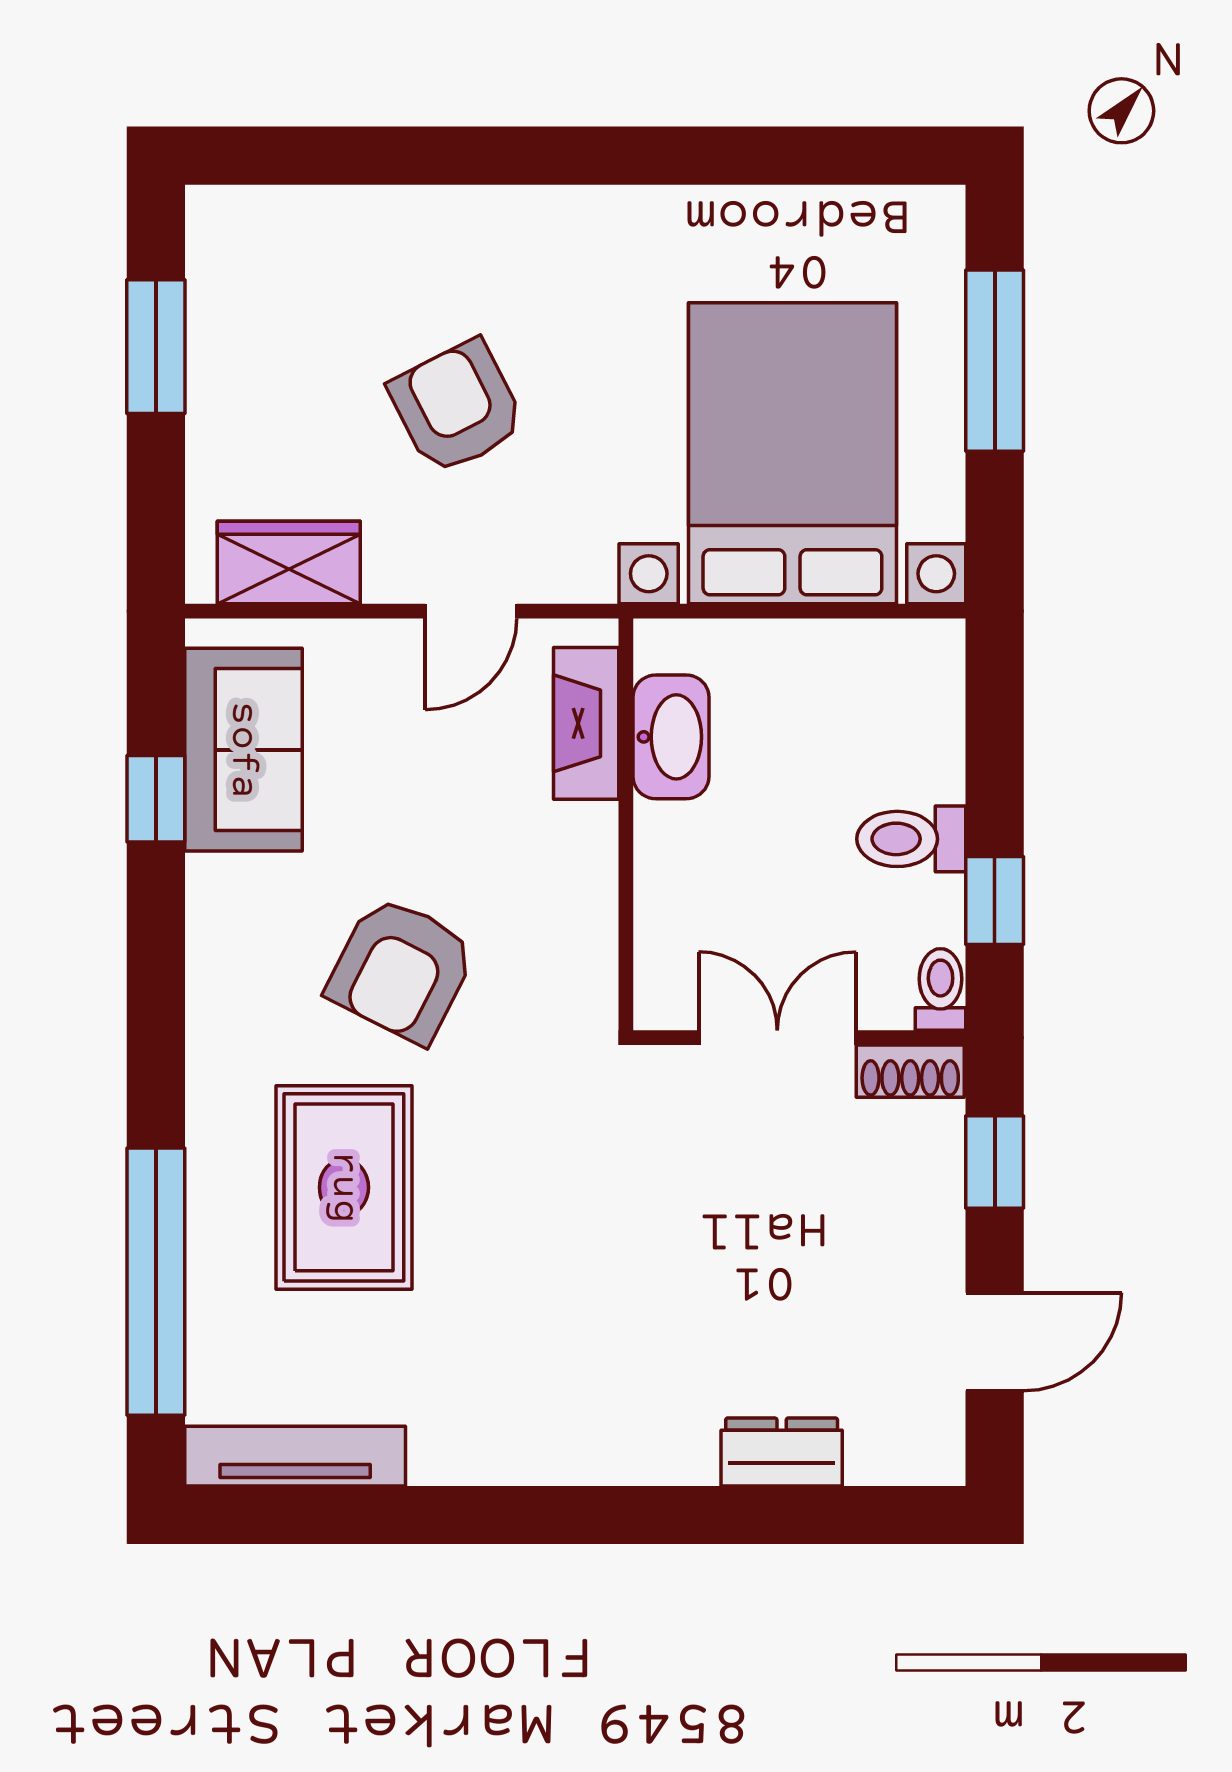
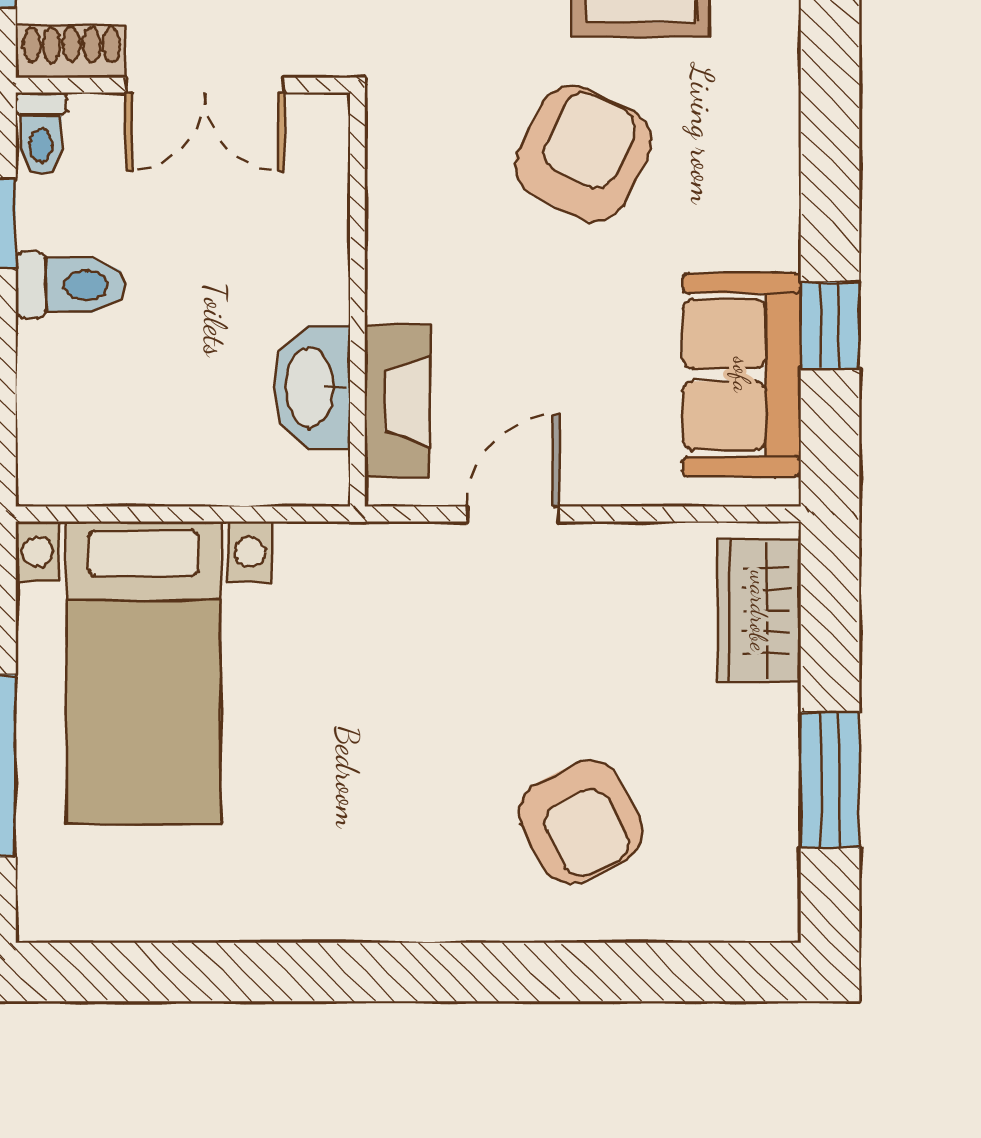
armchair: (457, 407) -> (580, 822), moved
bed with nightstands: (792, 453) -> (144, 673), width x0.73
wardrobe: (289, 563) -> (759, 611), moved, turned 90

